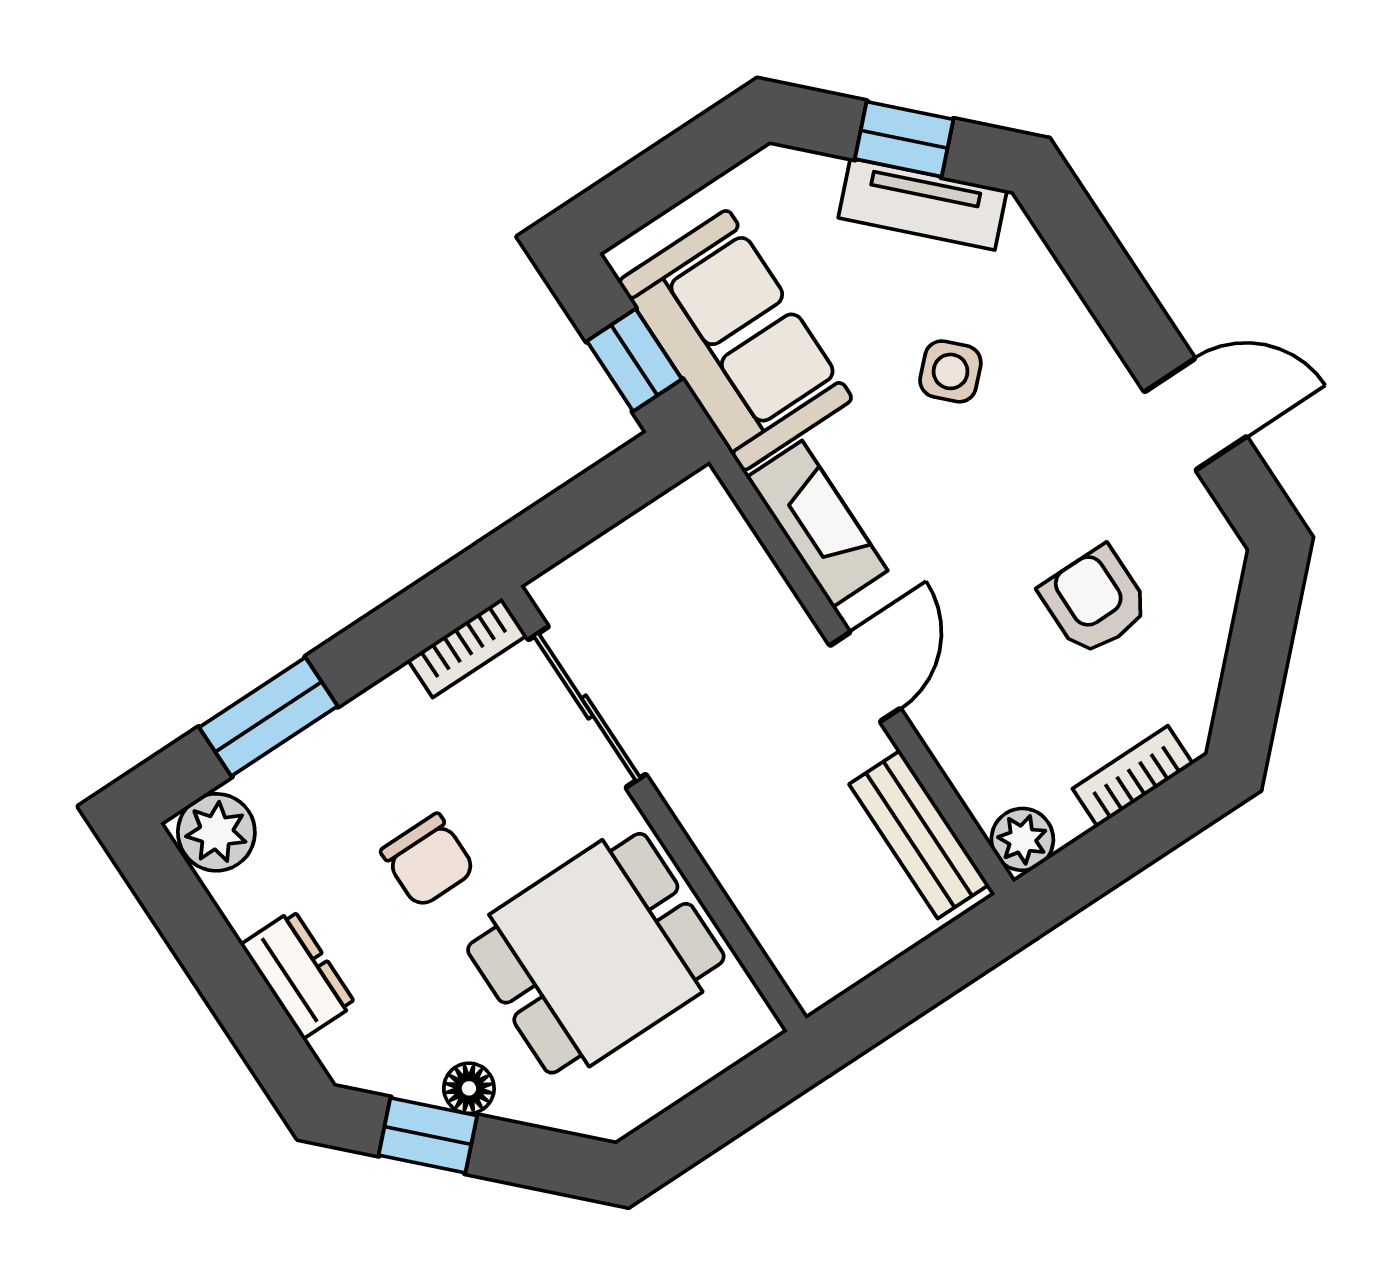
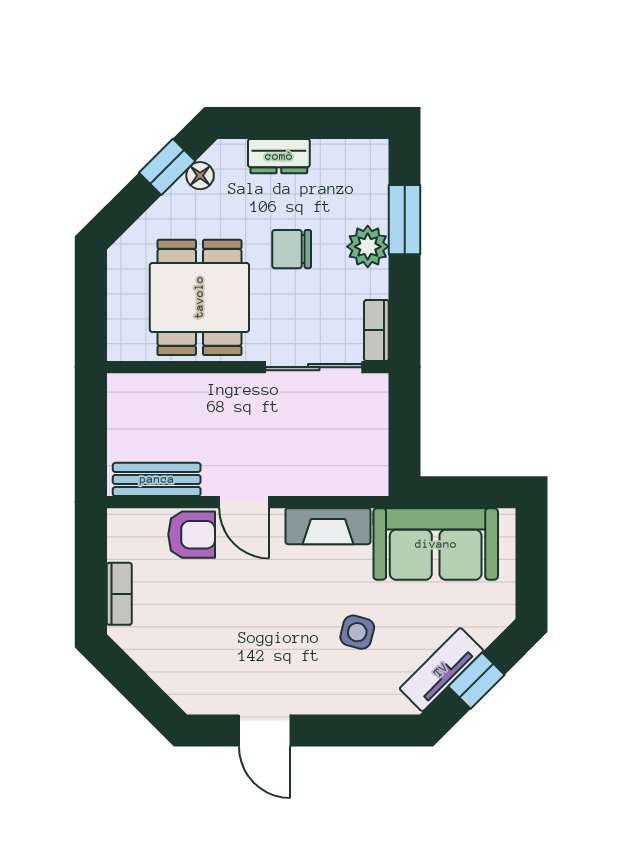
window: (634, 360) -> (457, 492), removed
side table: (950, 371) -> (357, 632), turned -30
door: (1195, 414) -> (265, 730), hinge flipped
armchair: (1095, 601) -> (192, 535), moved
plant: (216, 832) -> (368, 247), moved
plant: (1022, 839) -> (124, 525), removed
floor lamp: (469, 1088) -> (200, 176), moved

